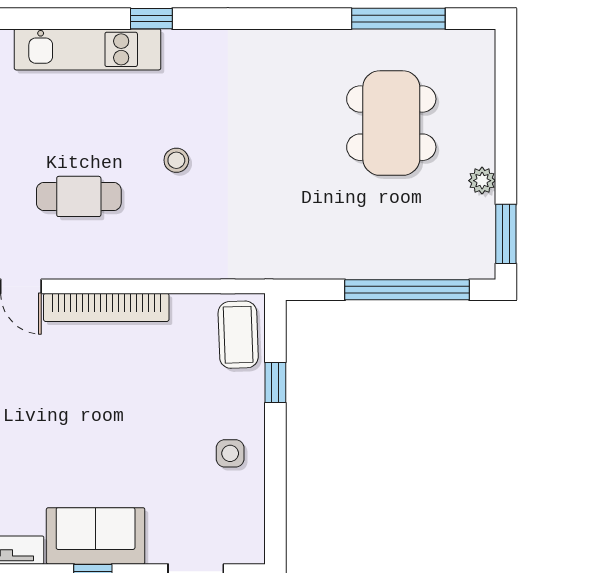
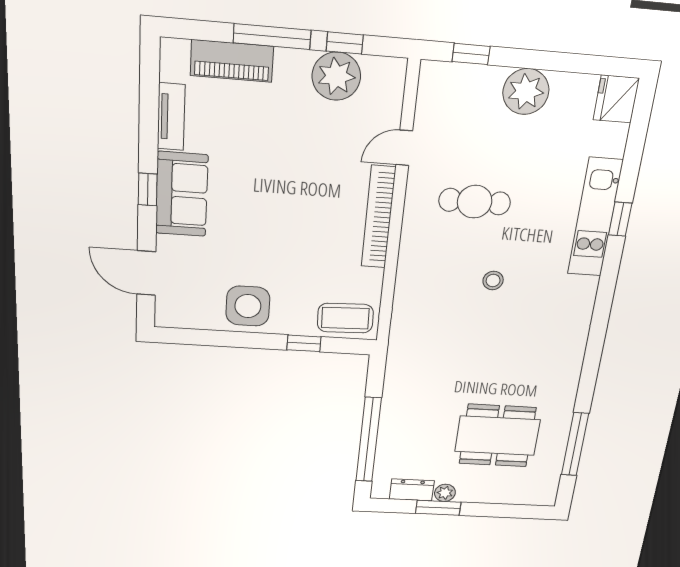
window: (151, 19) -> (620, 219), moved
cafe table: (79, 196) -> (475, 202), turned 90
dresser: (480, 225) -> (412, 490), added
window: (506, 234) -> (438, 508), moved
side table: (230, 453) -> (248, 306), width x1.87, depth x1.87

